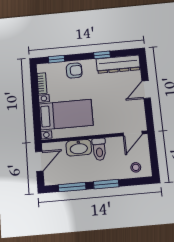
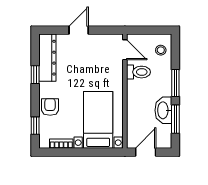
door: (146, 90) -> (79, 30), swing flipped
washbasin: (79, 148) -> (163, 110), moved, turned 180
toilet: (99, 149) -> (139, 72), moved
door: (39, 161) -> (146, 152), hinge flipped

